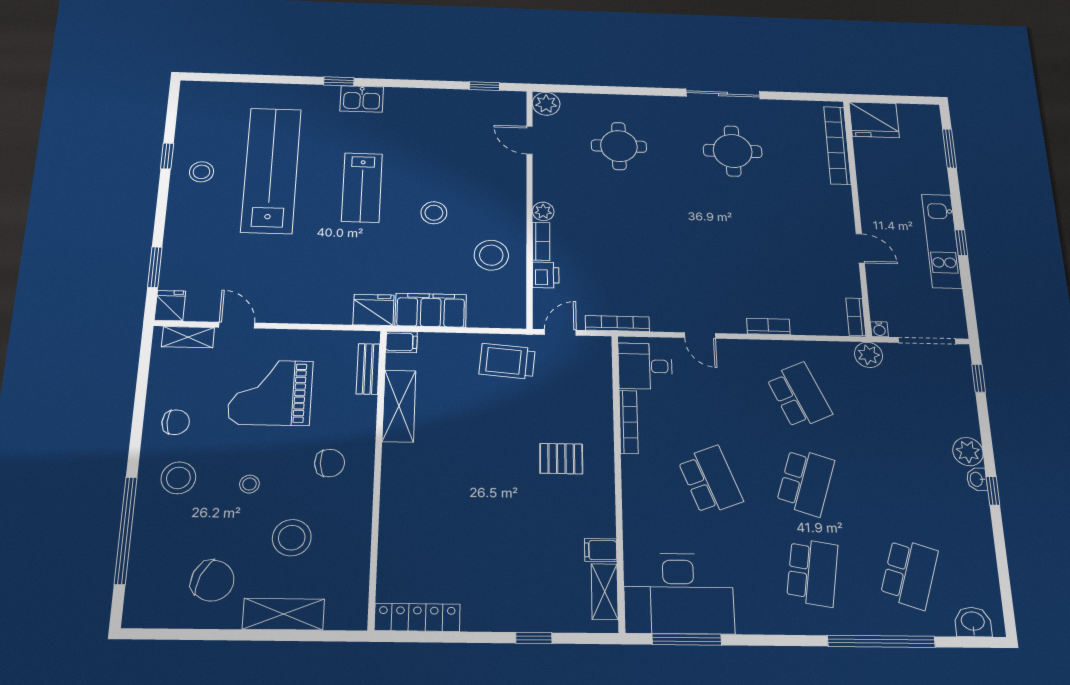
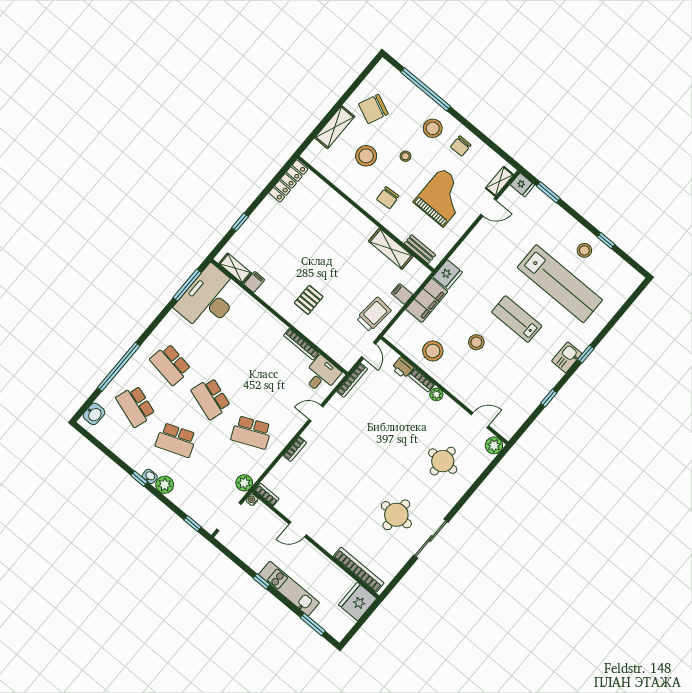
window: (484, 86) -> (549, 398), moved
kitchen unit: (942, 241) -> (289, 589), moved
filing cabinet: (401, 342) -> (402, 294), moved, turned 90
school desk: (710, 480) -> (176, 440), moved

